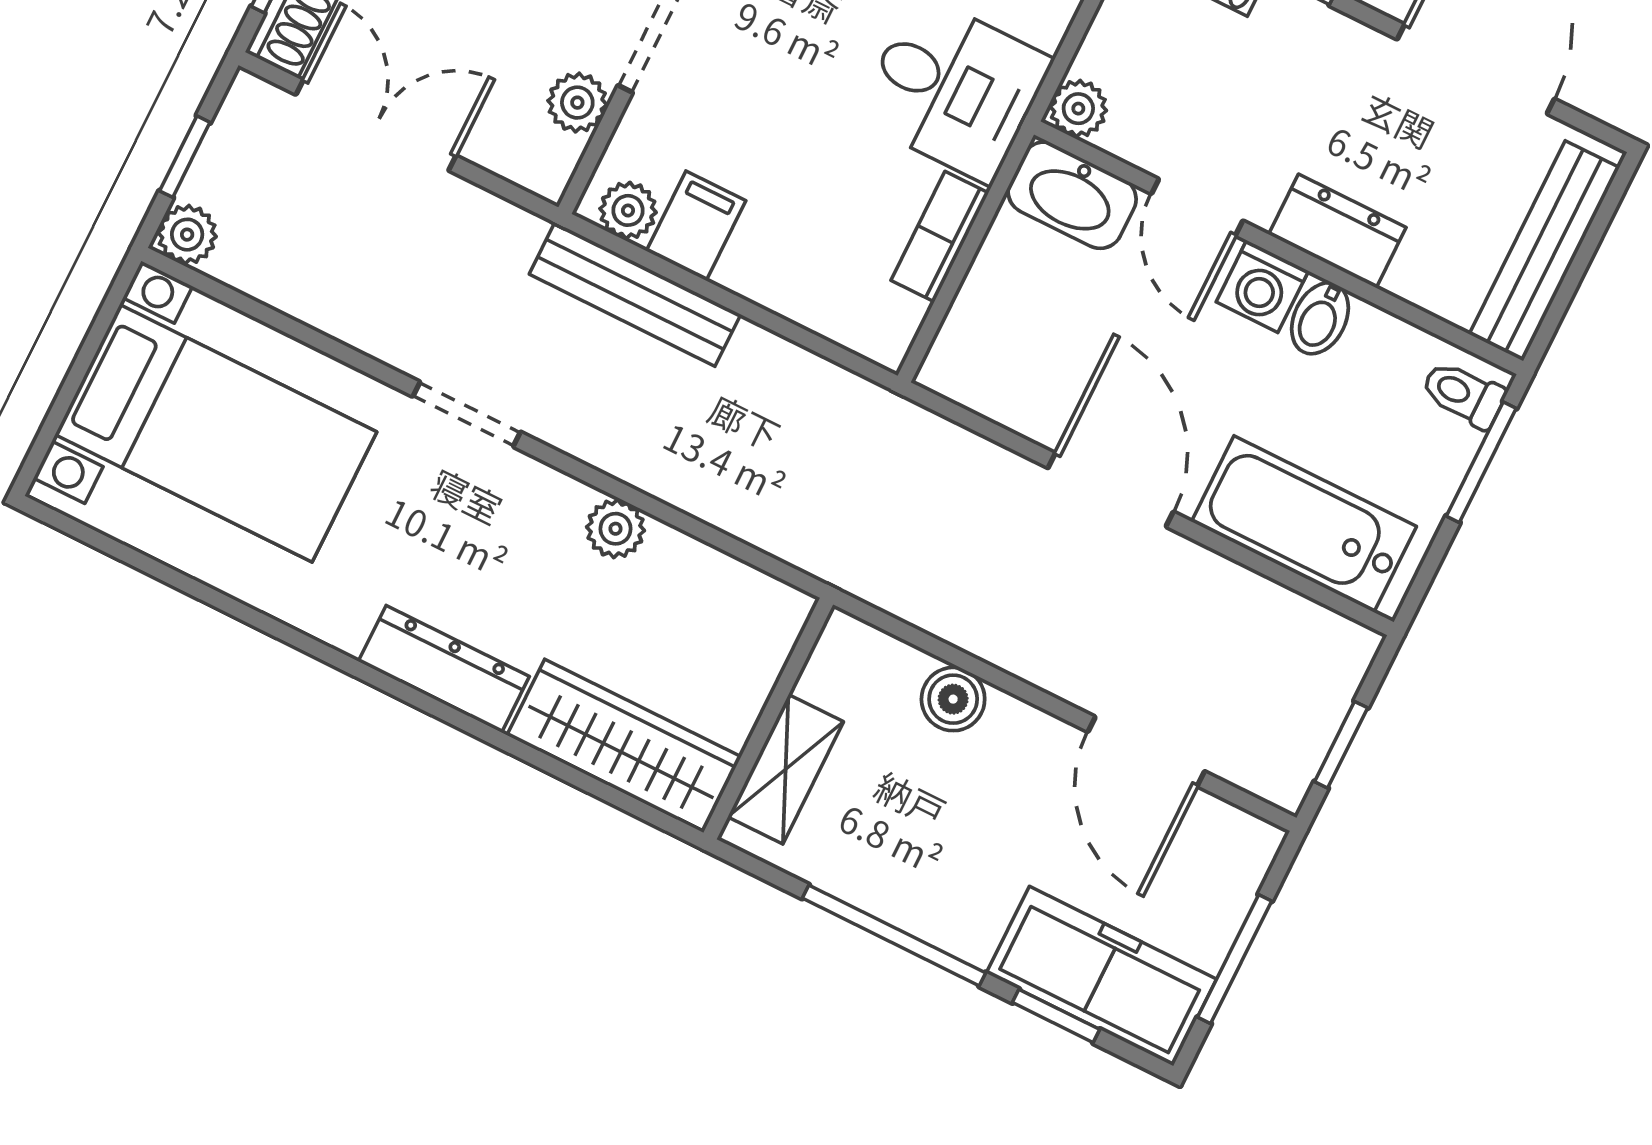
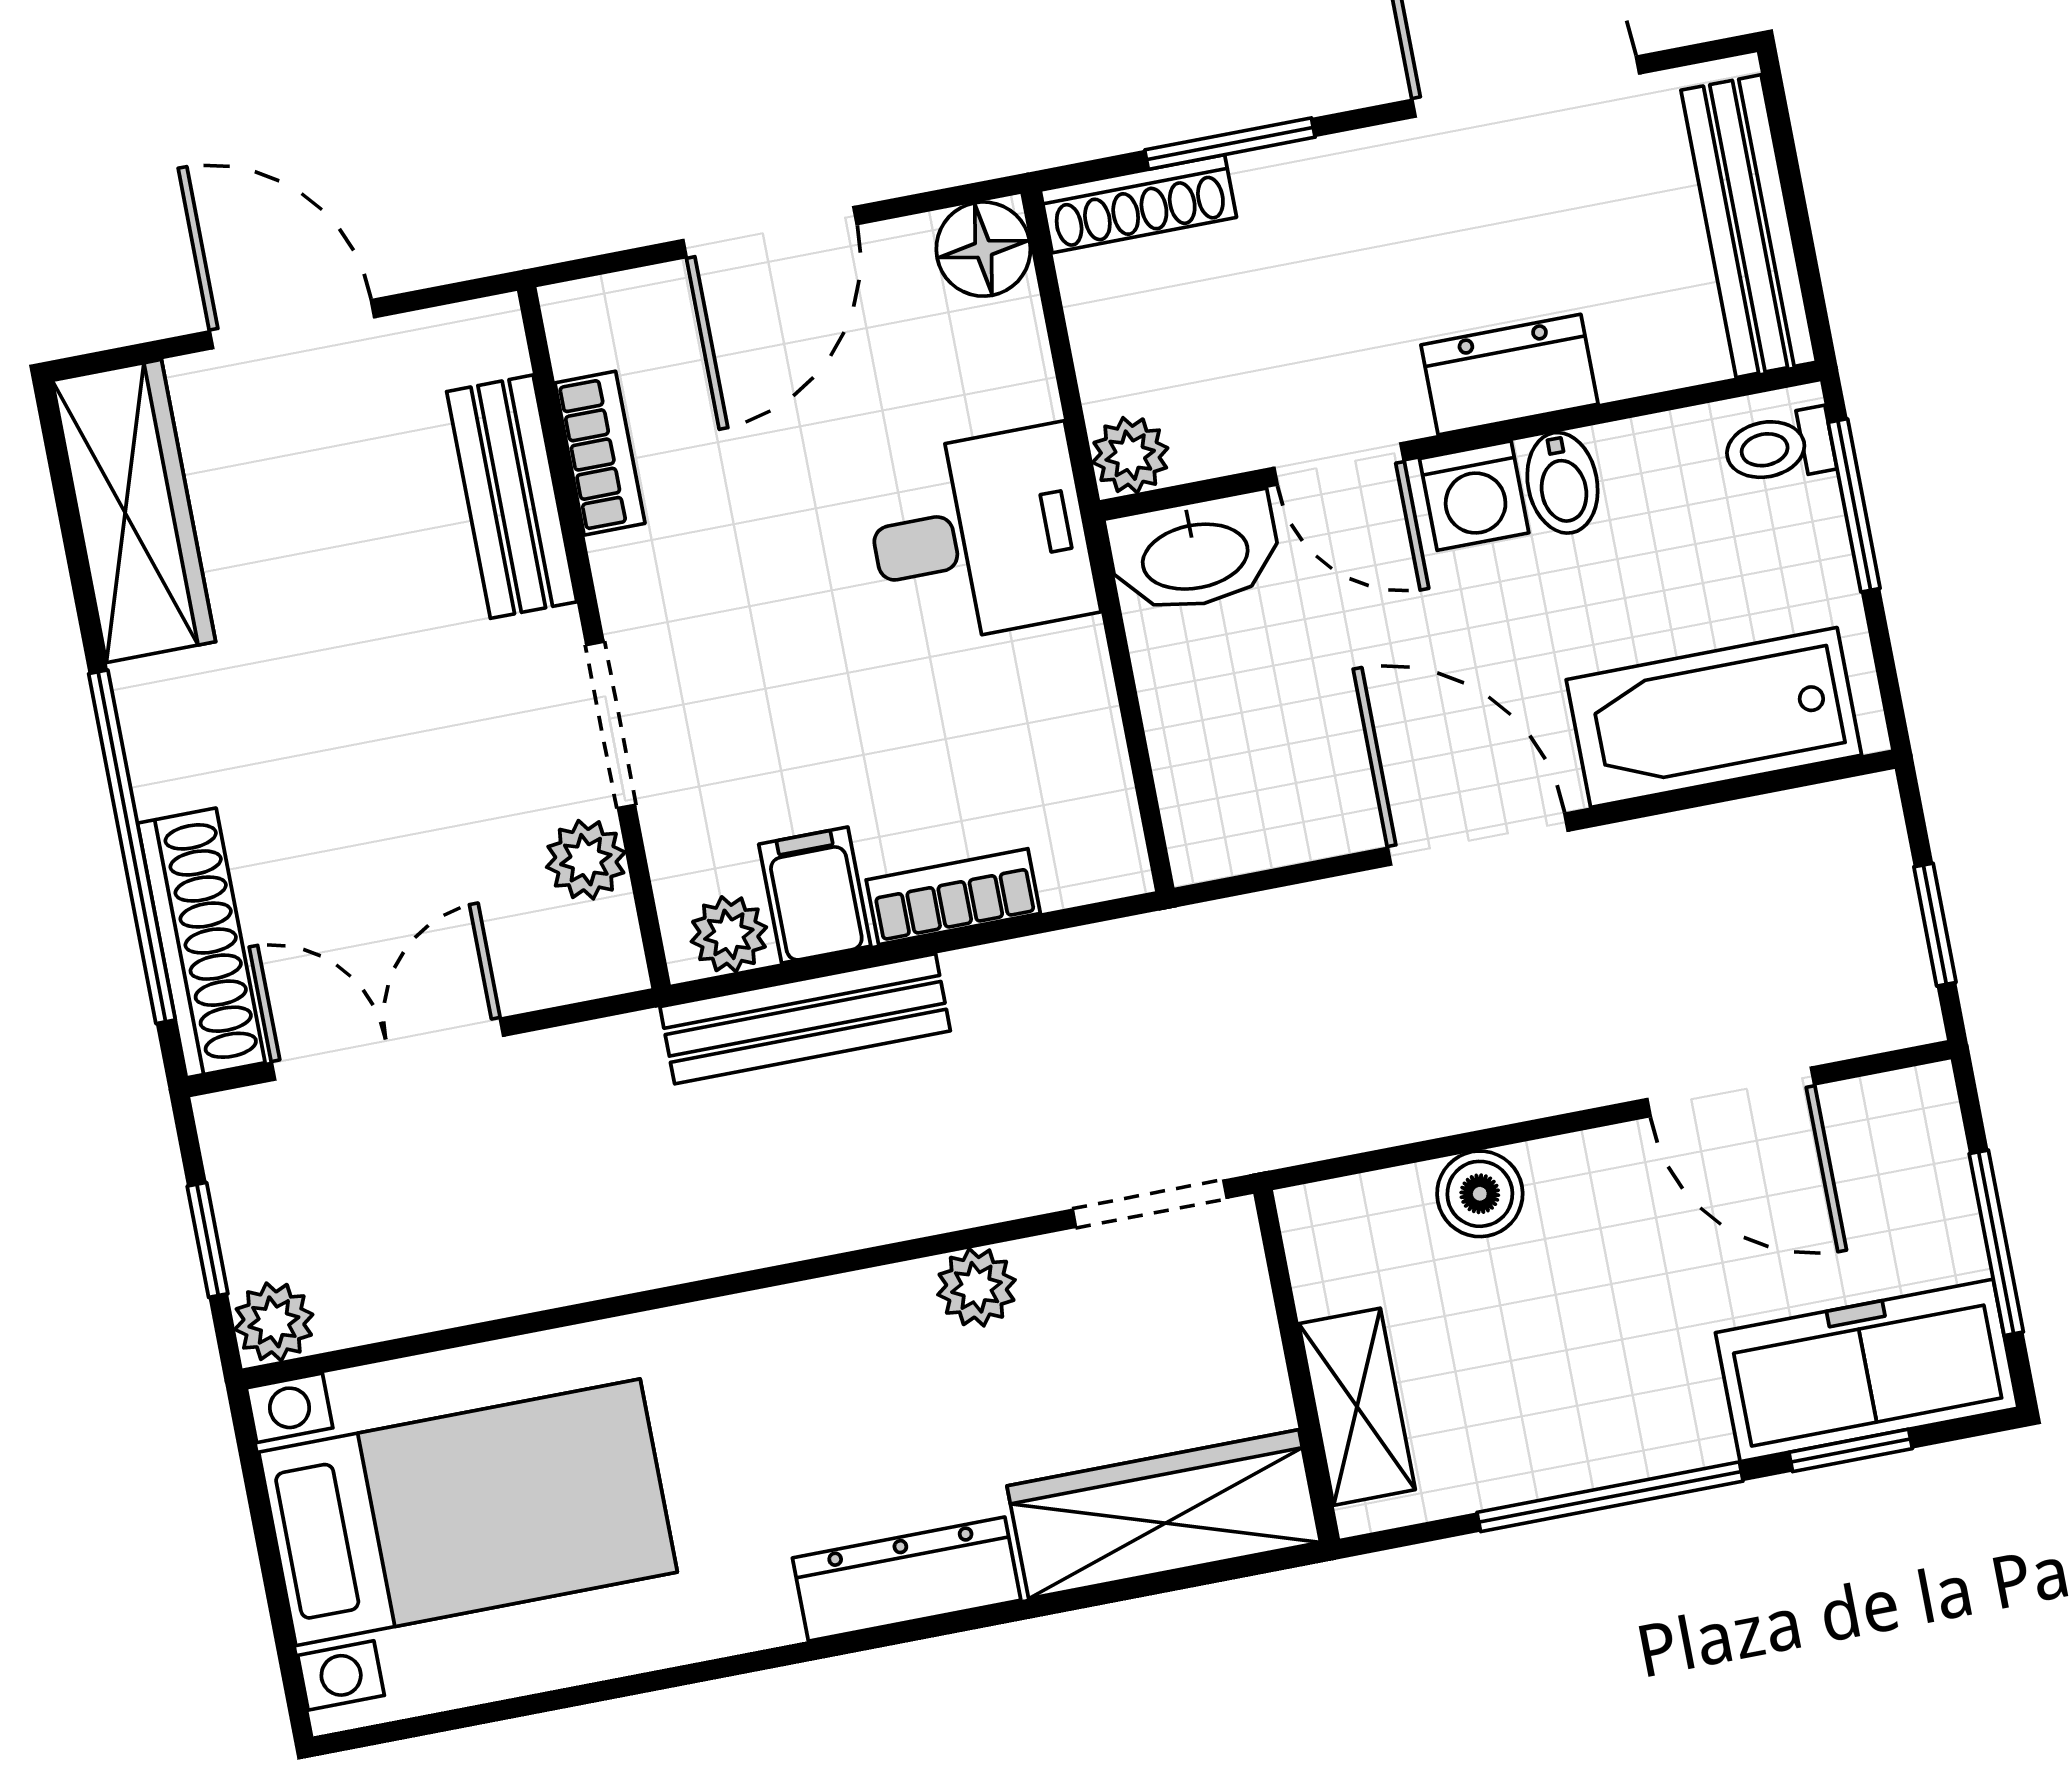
bookcase: (940, 237) -> (953, 897), moved, turned 90
doorway: (467, 414) -> (1150, 1204), moved

